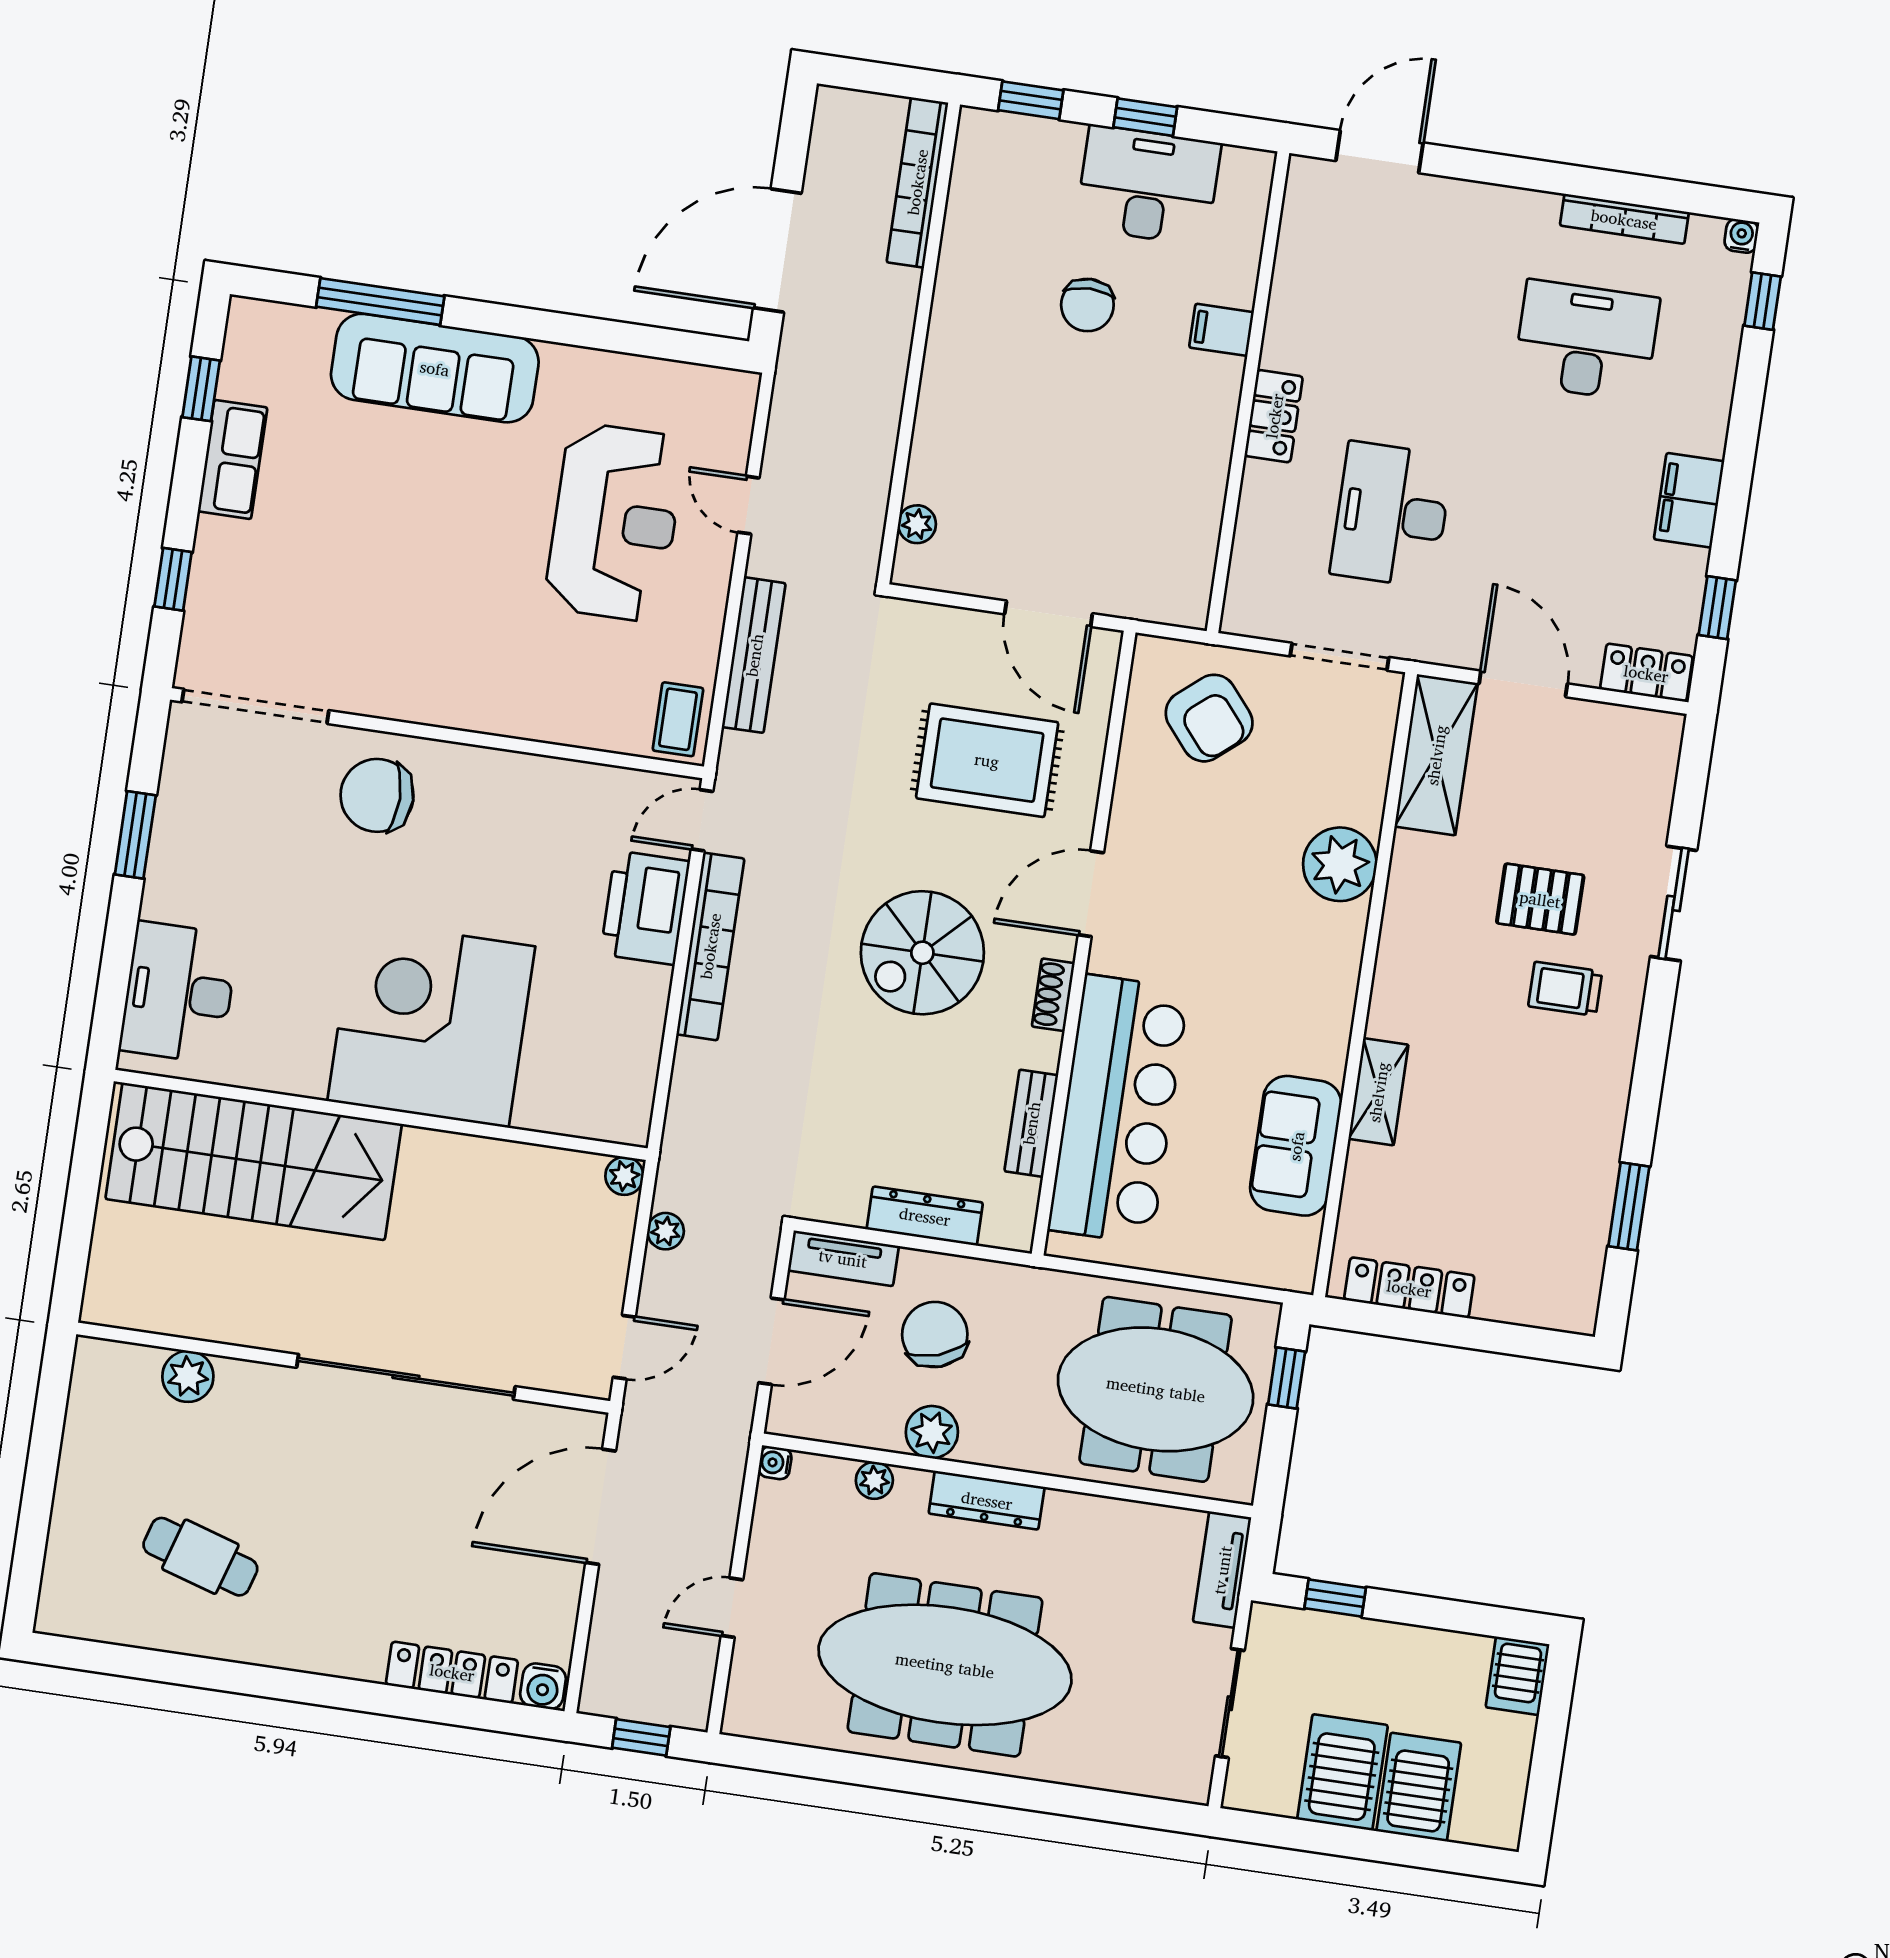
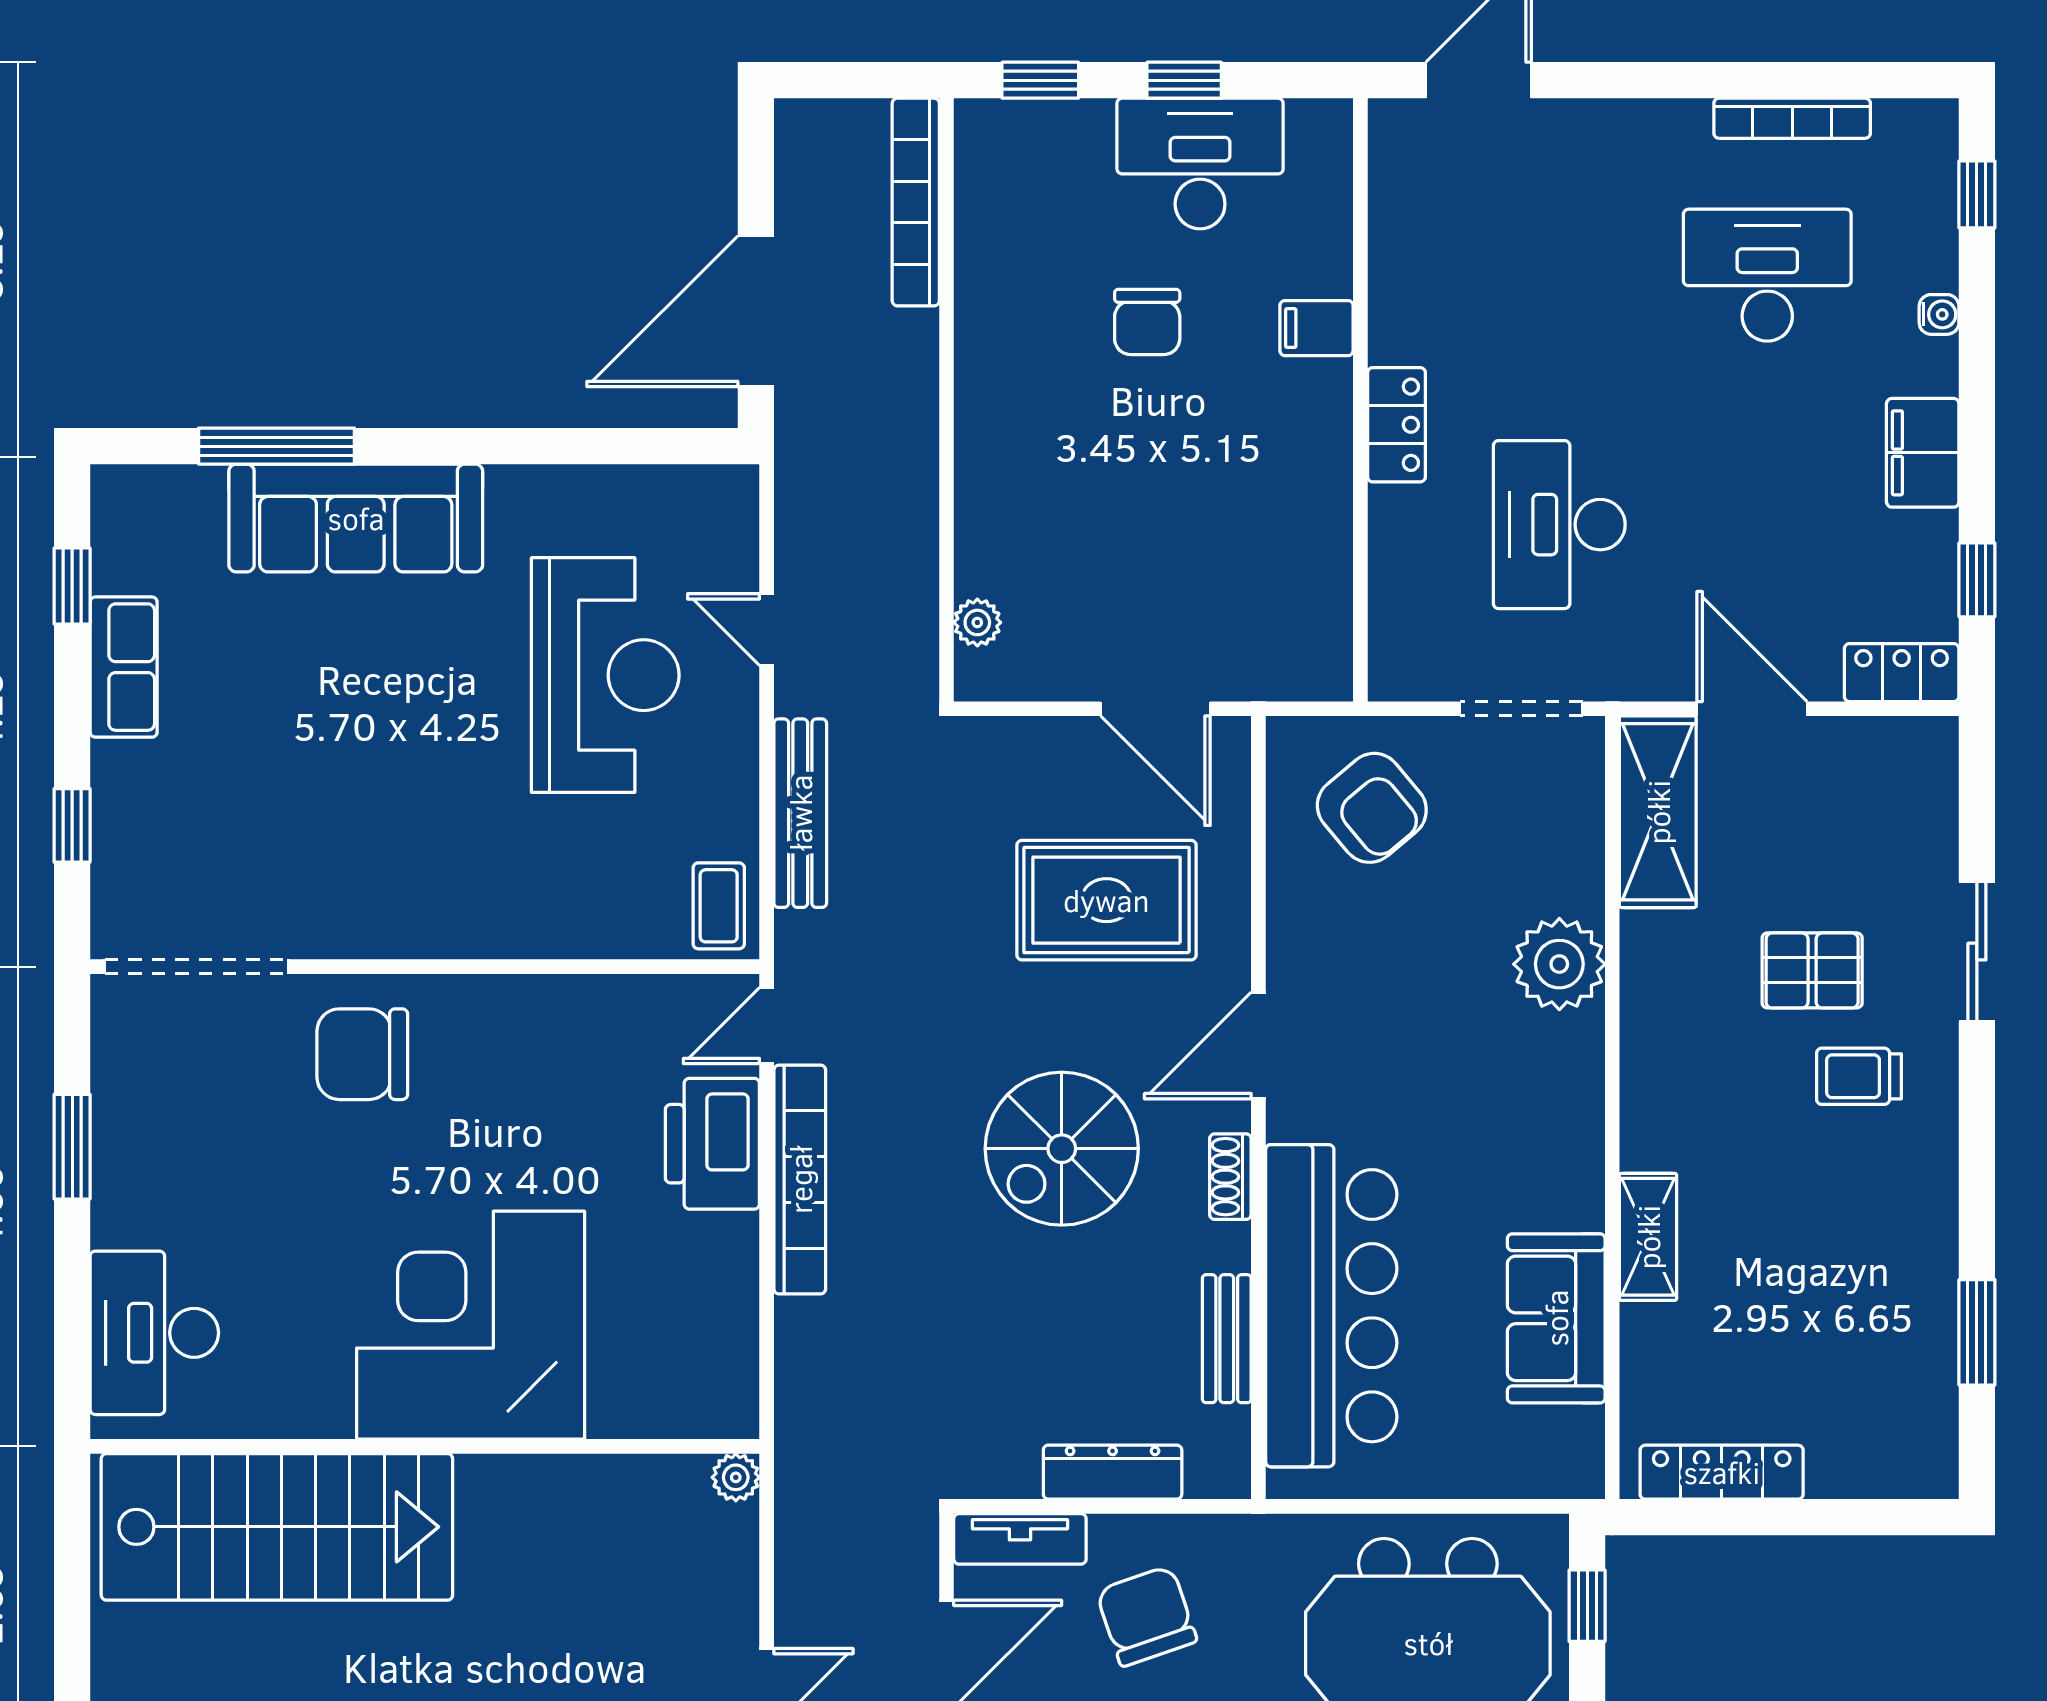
water cooler: (1741, 236) -> (1939, 314), moved, turned 90
plant: (666, 1231) -> (796, 1538), removed

